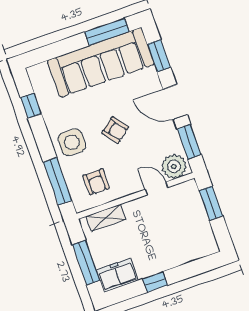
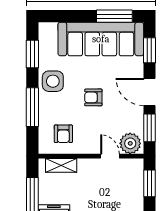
window: (31, 106) -> (32, 54), width x1.50
armchair: (115, 130) -> (93, 97), turned 128
side table: (72, 142) -> (53, 81), moved
window: (58, 181) -> (32, 107), moved

